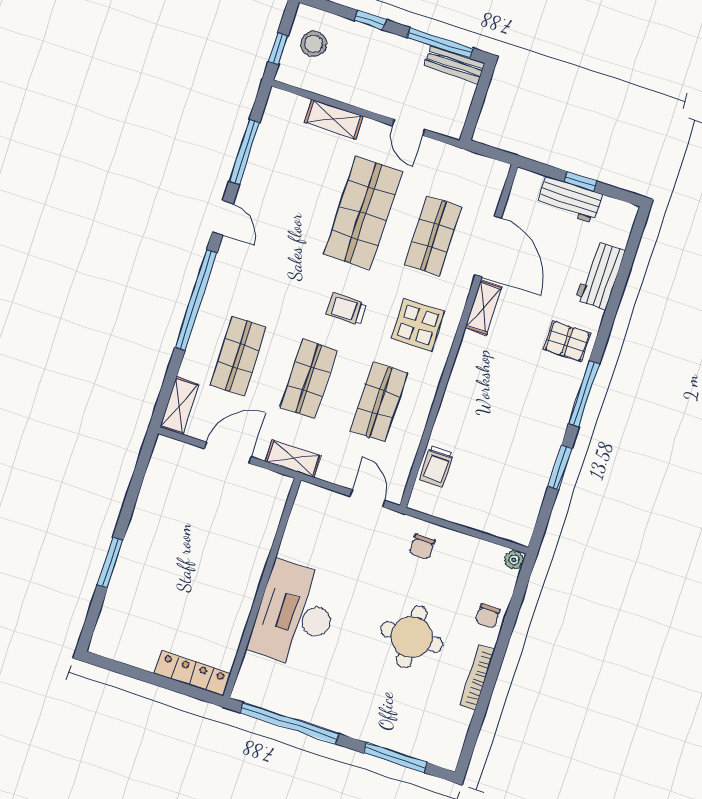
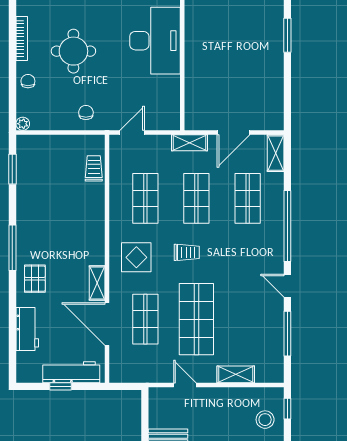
workbench: (570, 200) -> (71, 372), width x1.38
pallet: (567, 341) -> (35, 279), turned 90
window: (560, 467) -> (12, 169), moved
door: (368, 498) -> (132, 133), swing flipped

